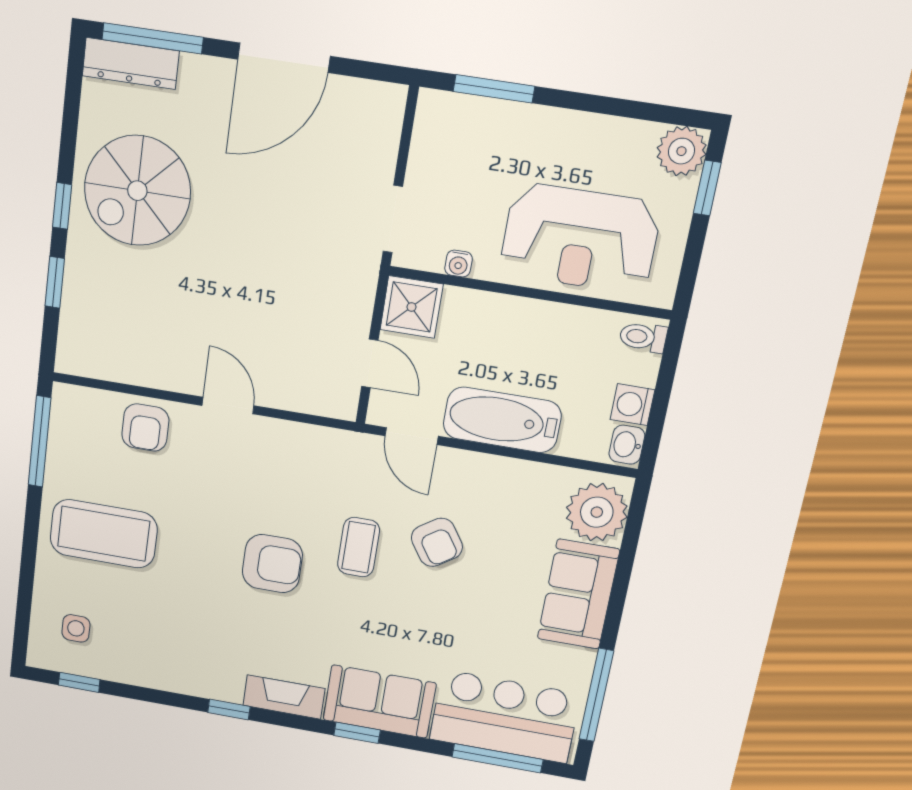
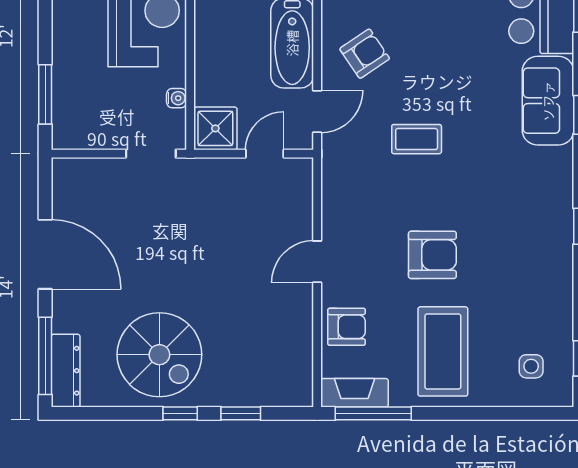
armchair: (437, 542) -> (365, 54), moved
armchair: (272, 564) -> (432, 255), moved, turned 90
fireplace: (284, 697) -> (354, 393), moved, turned 90

